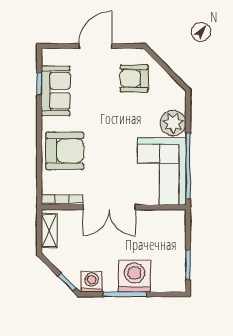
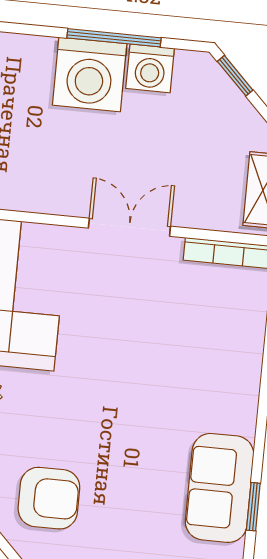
armchair: (65, 151) -> (213, 357), removed
double door: (109, 207) -> (129, 227), width x0.73
washing machine: (92, 282) -> (150, 68), moved

